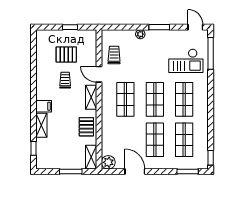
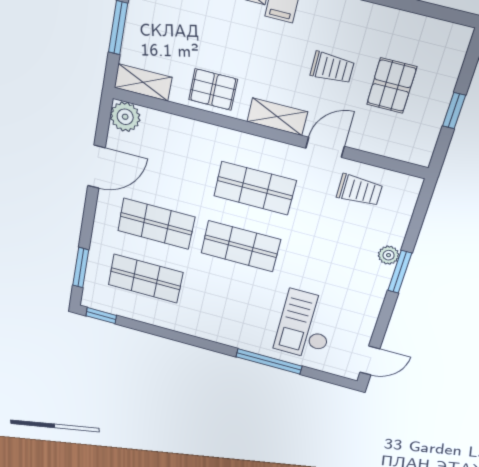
window: (159, 27) -> (400, 272), moved
window: (211, 53) -> (269, 361), moved
shop shelf: (184, 99) -> (227, 301), removed

